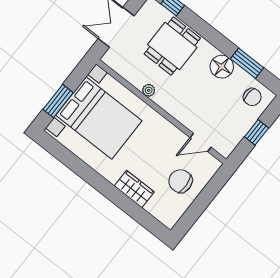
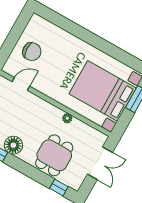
wardrobe: (134, 189) -> (67, 40), removed

